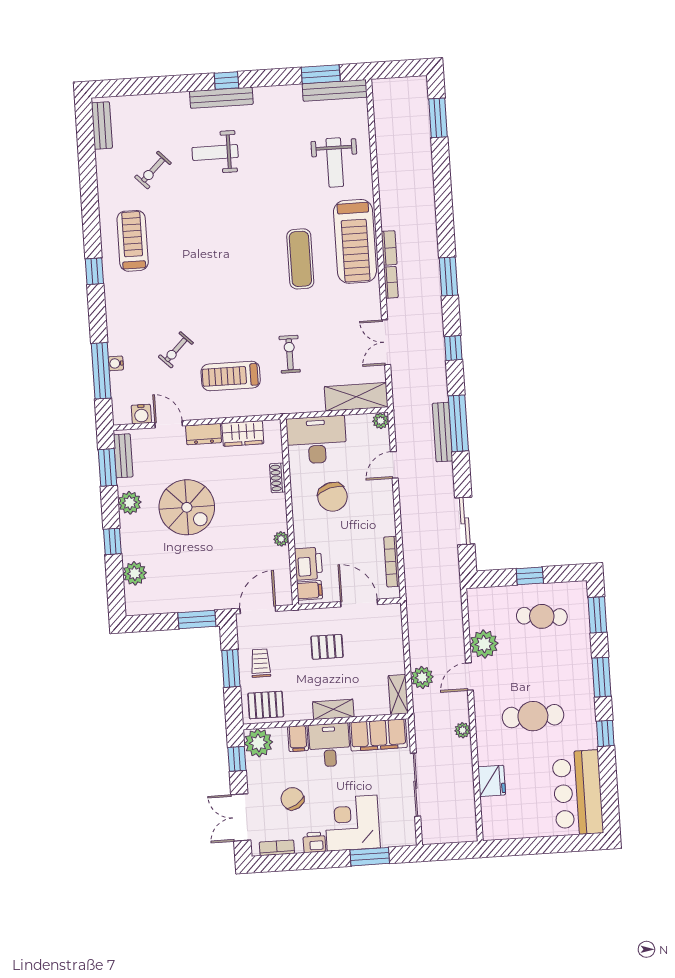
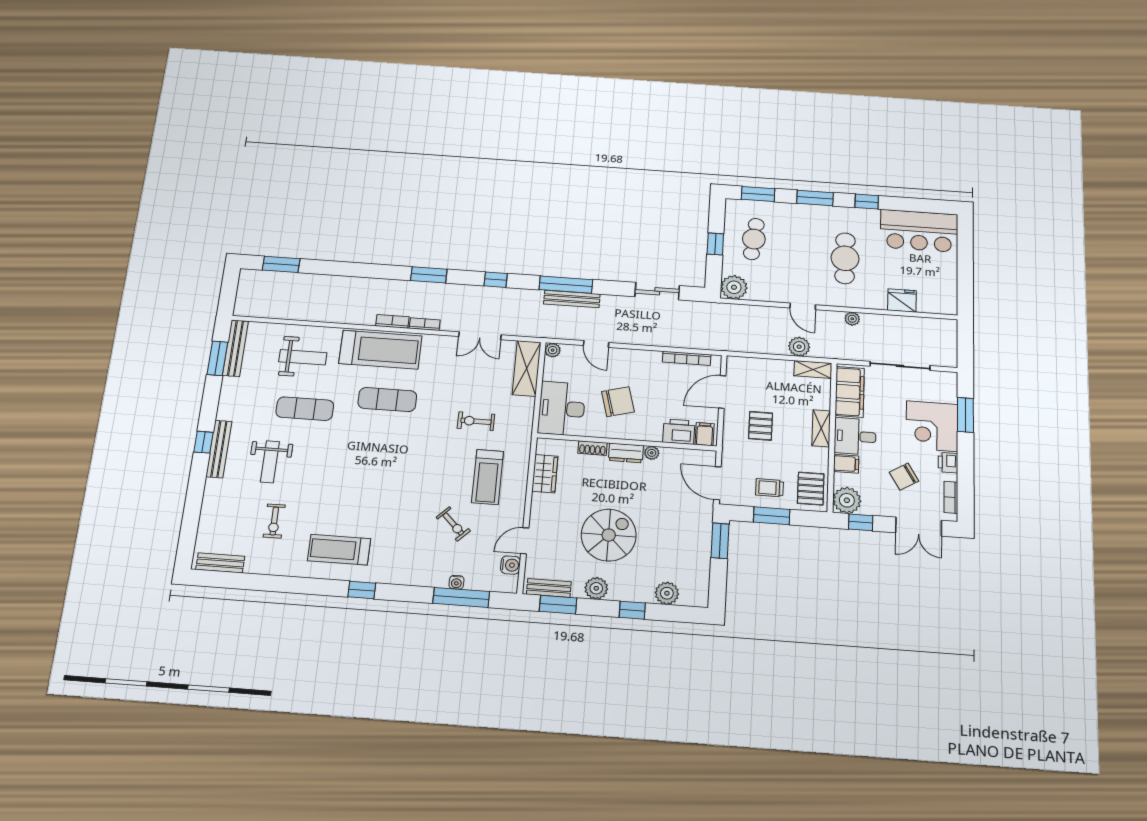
exercise bike: (153, 170) -> (274, 521), turned 43
exercise mat: (278, 176) -> (305, 409), added
dresser: (204, 434) -> (626, 453), moved, turned 90
plant: (484, 644) -> (734, 287), moved

